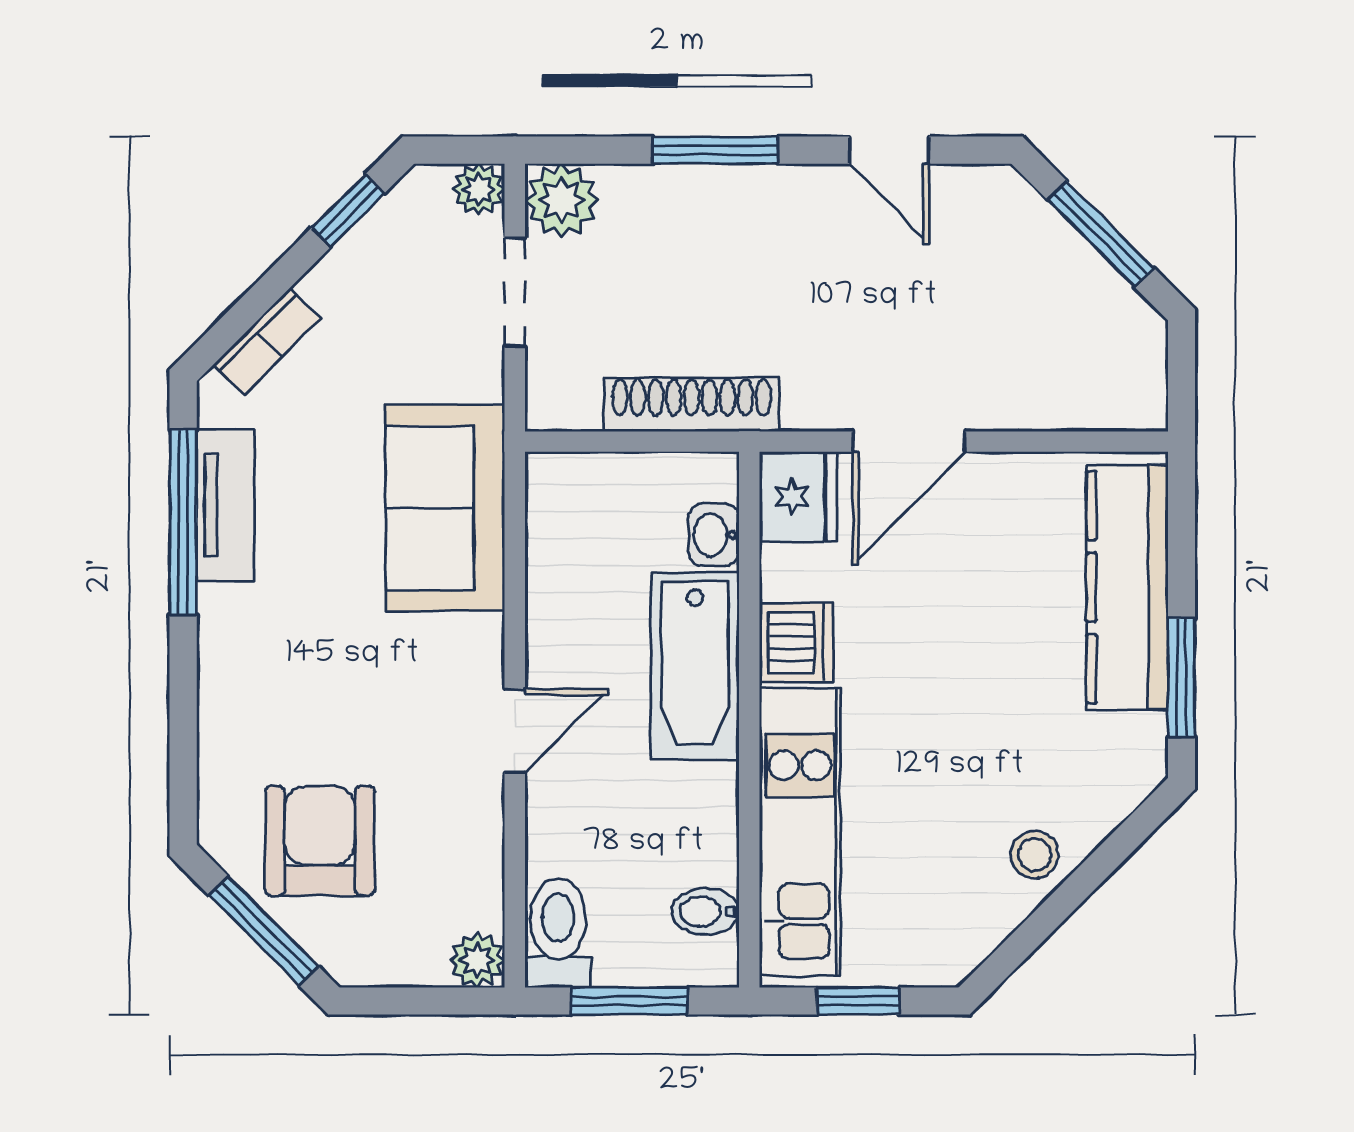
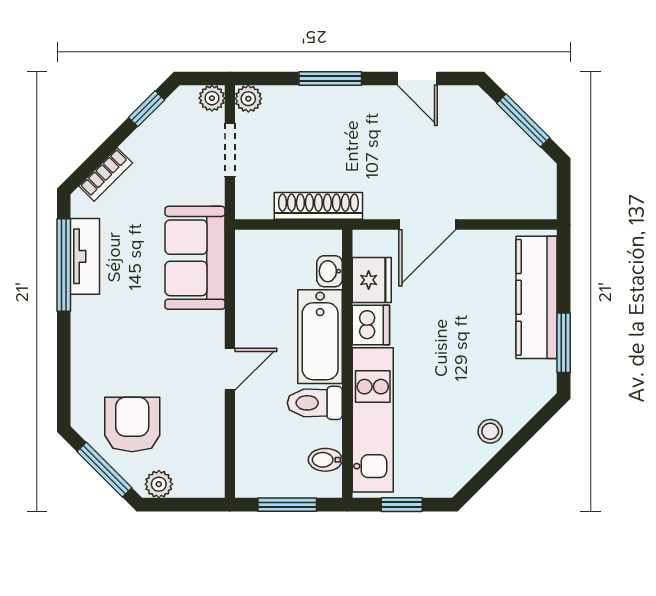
plant: (562, 200) -> (248, 99), width x0.73, depth x0.73
fridge: (798, 497) -> (372, 280), moved
toilet: (558, 933) -> (315, 403), moved, turned -90
plant: (477, 960) -> (159, 484), moved

